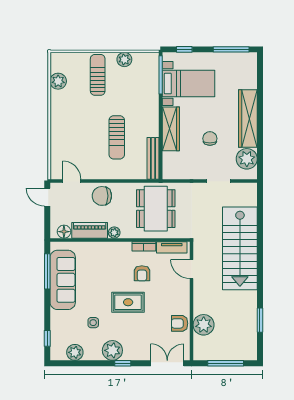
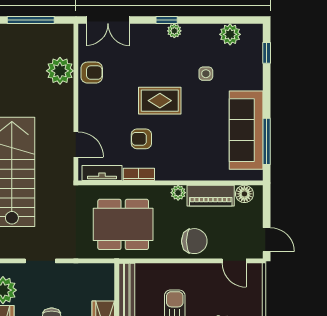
dining table: (156, 209) -> (123, 224), turned 90
armchair: (142, 273) -> (141, 139), turned -90
plant: (112, 350) -> (174, 31), width x0.53, depth x0.53

